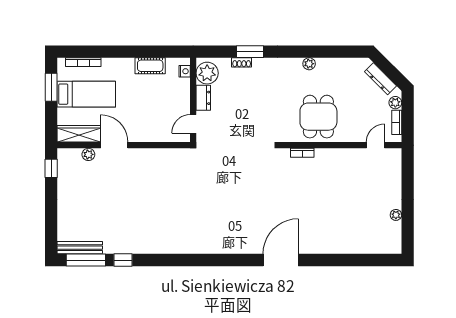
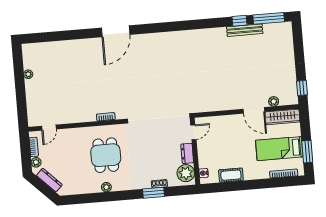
dining table: (318, 117) -> (106, 155), moved
bench: (80, 248) -> (245, 30), moved

